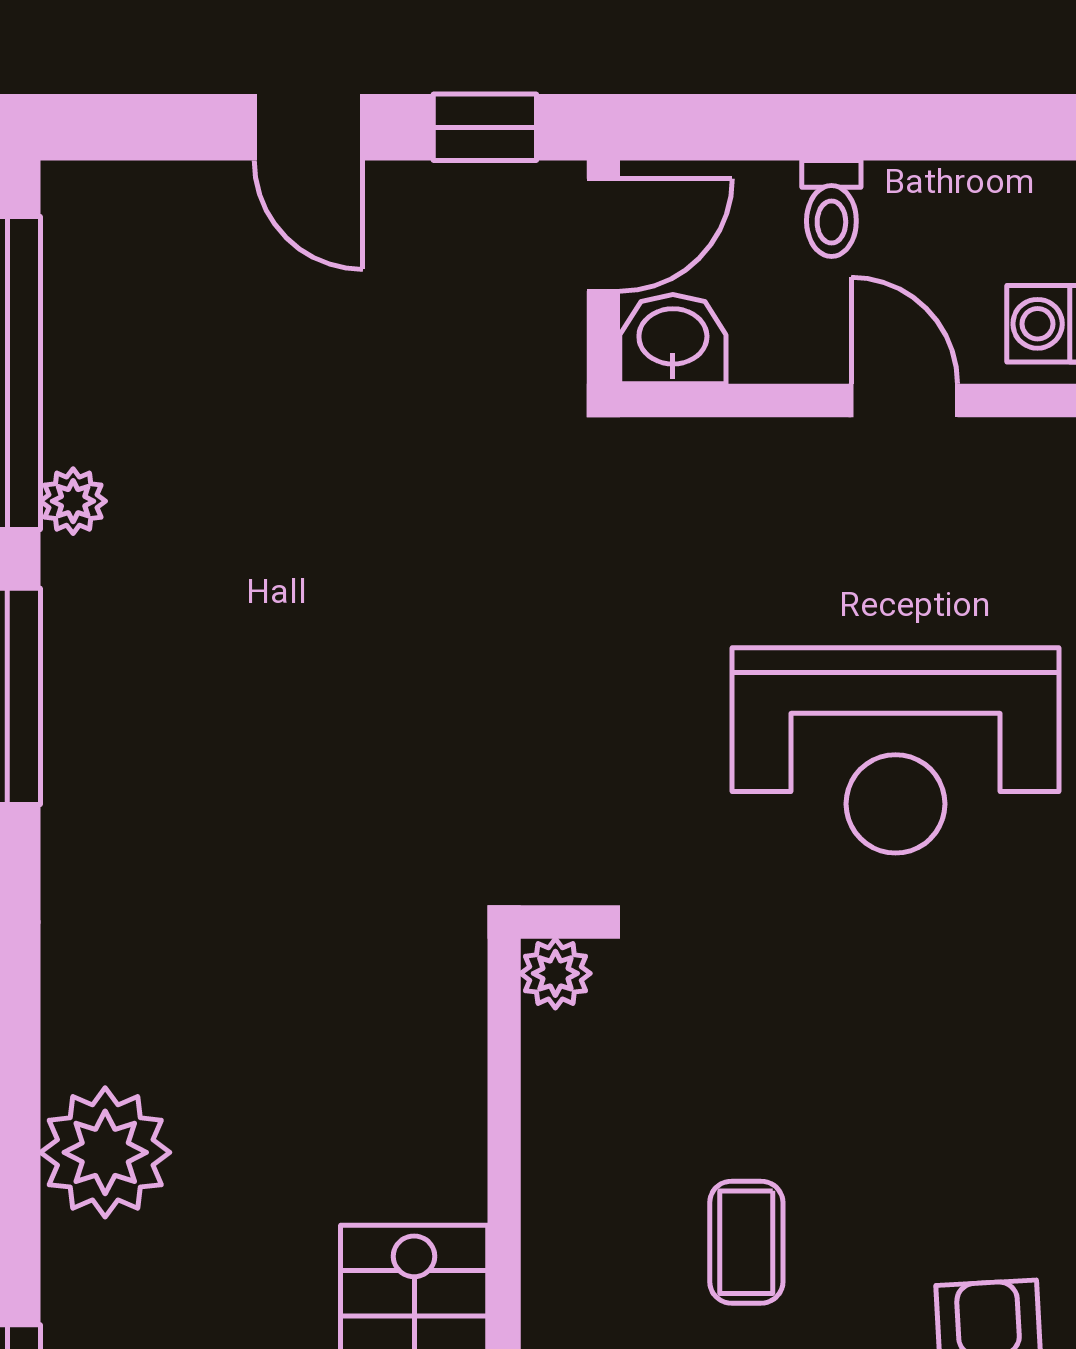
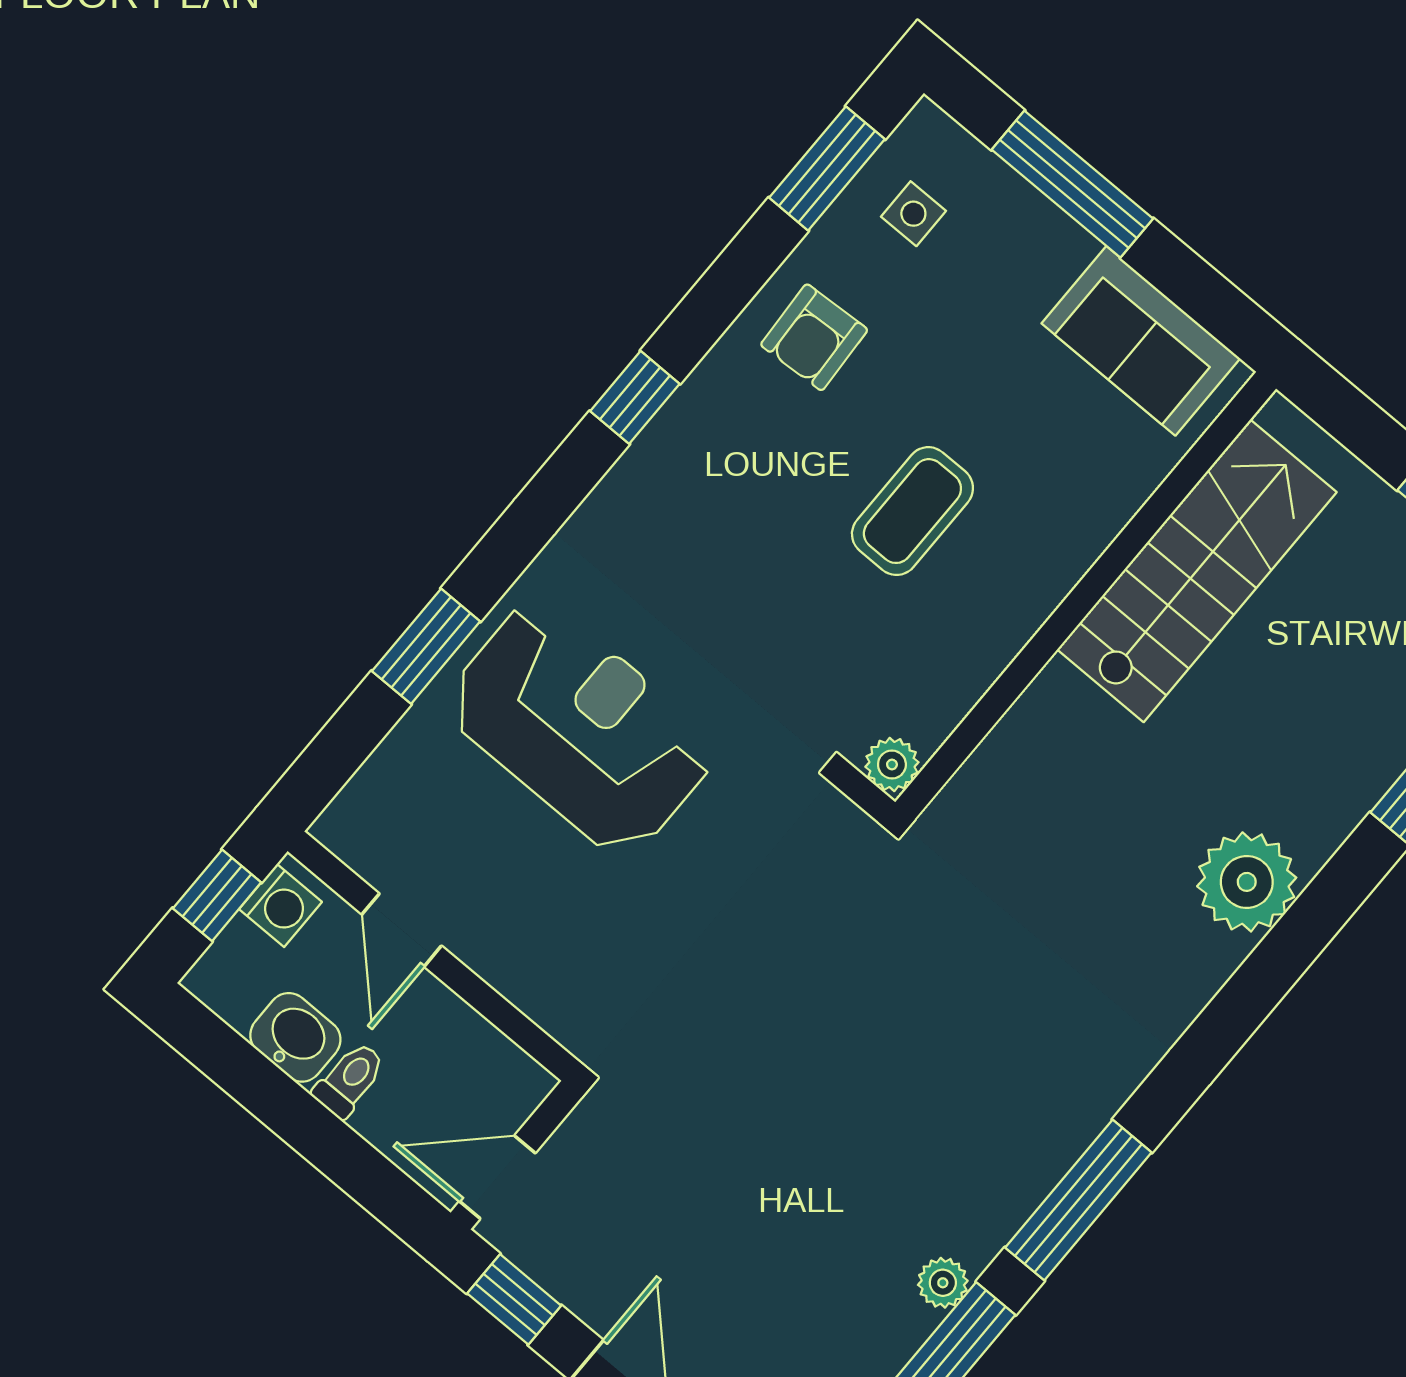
washbasin: (673, 339) -> (295, 1037), moved, turned 180
coffee table: (746, 1242) -> (912, 511), width x1.36, depth x1.30

